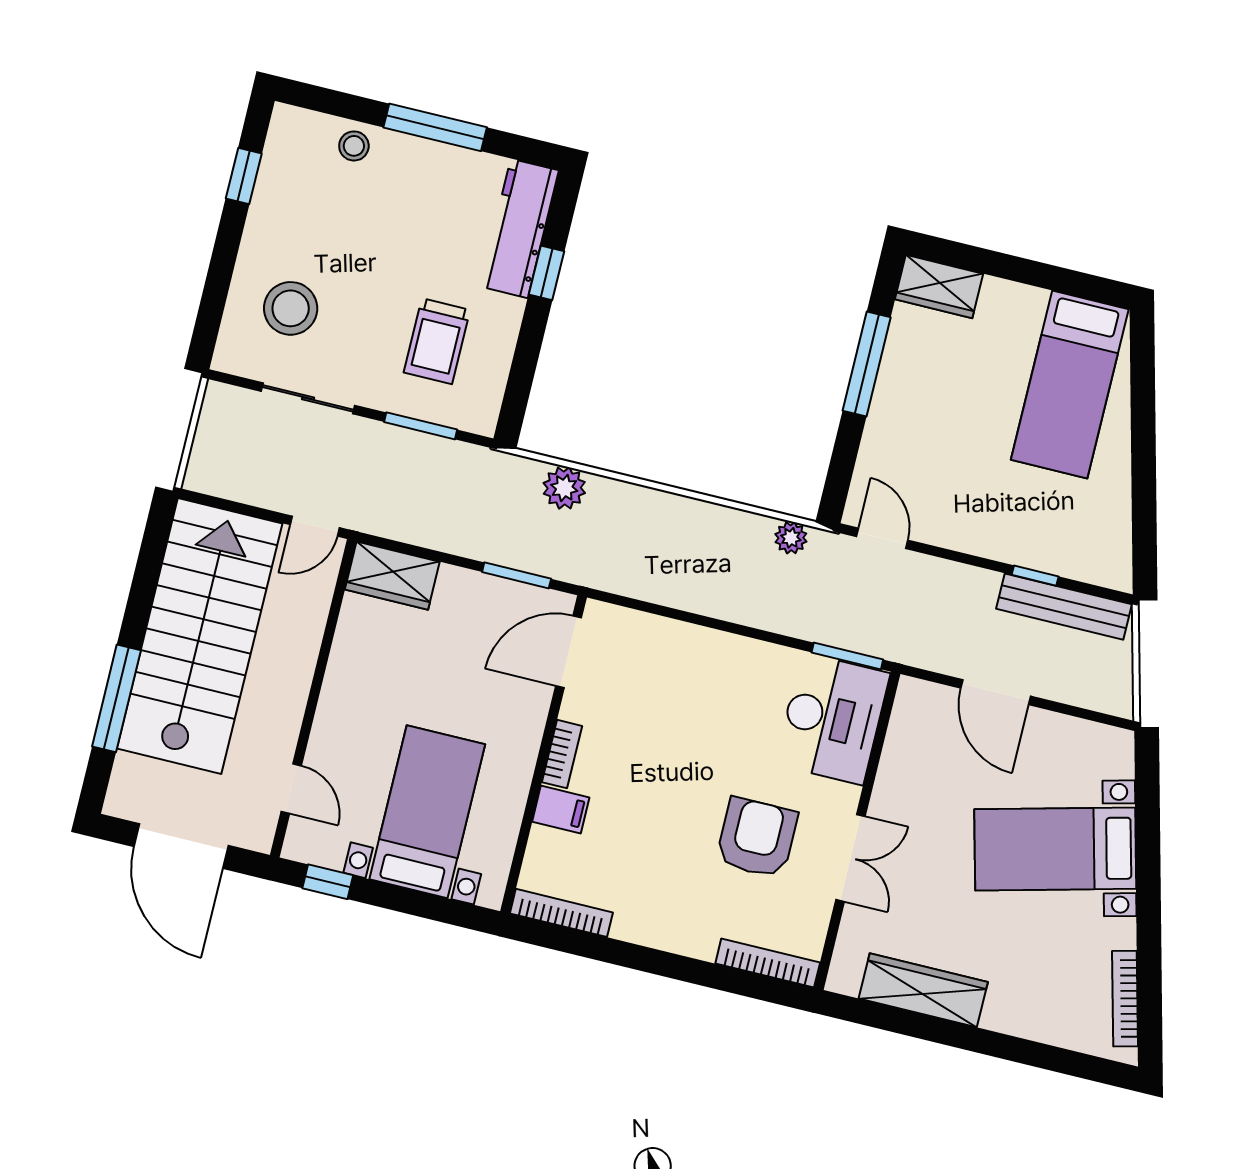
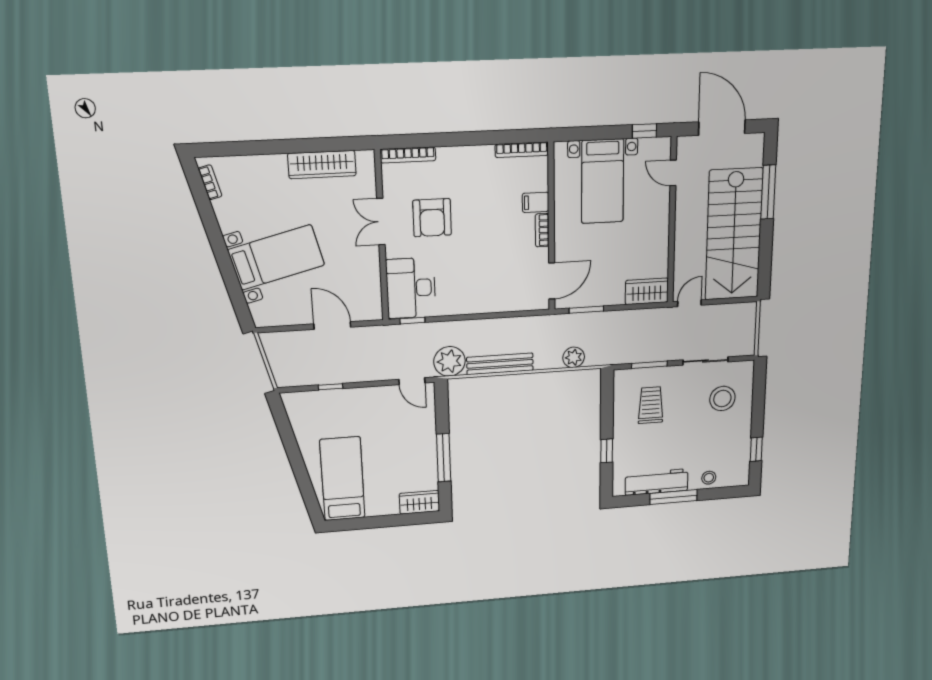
workbench: (519, 228) -> (657, 482), moved, turned -90
plant: (791, 538) -> (449, 361), width x1.88, depth x1.88
bench: (1064, 607) -> (500, 364), moved
window: (847, 656) -> (412, 321), width x0.67
bookcase: (1125, 999) -> (210, 182), width x0.64

